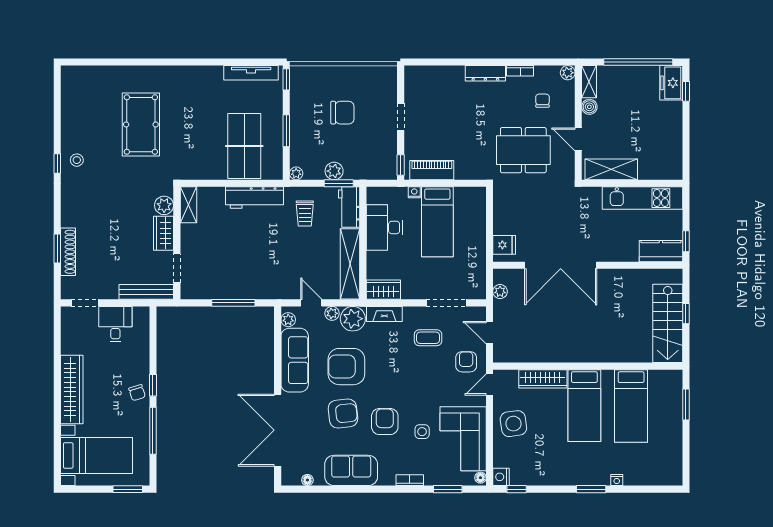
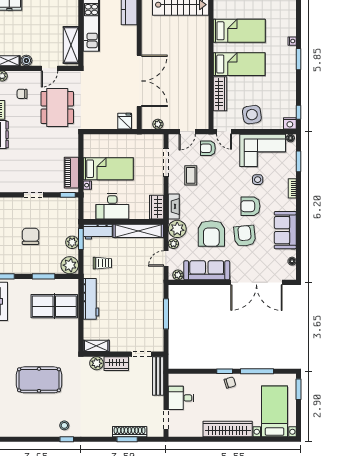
plant: (296, 173) -> (70, 265), width x1.87, depth x1.87

